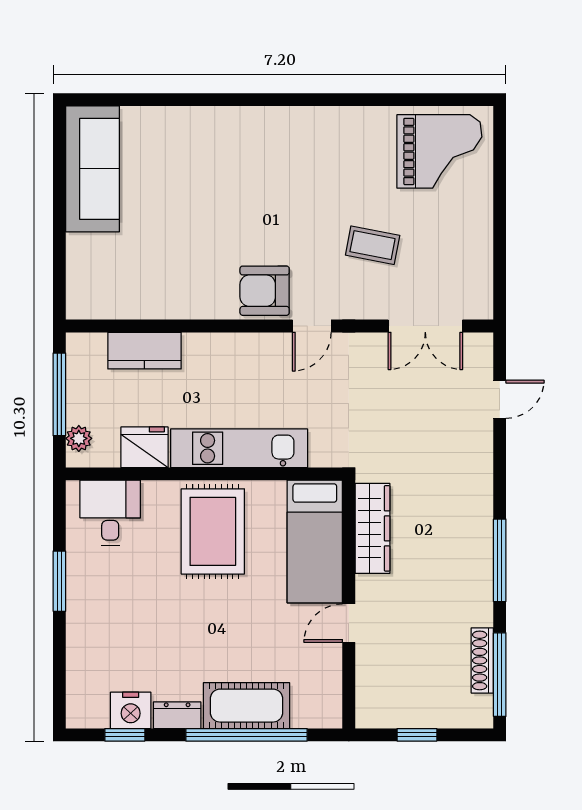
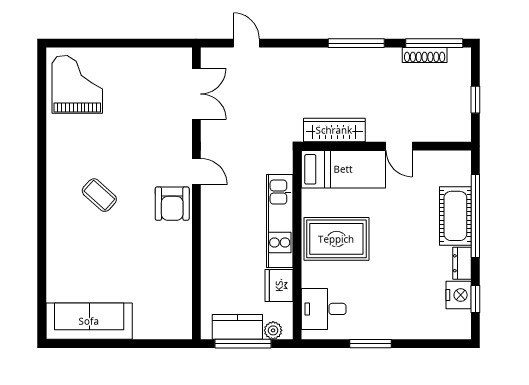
coffee table: (373, 245) -> (99, 195), moved, turned -59
kitchen counter: (144, 351) -> (237, 327), moved, turned -90

